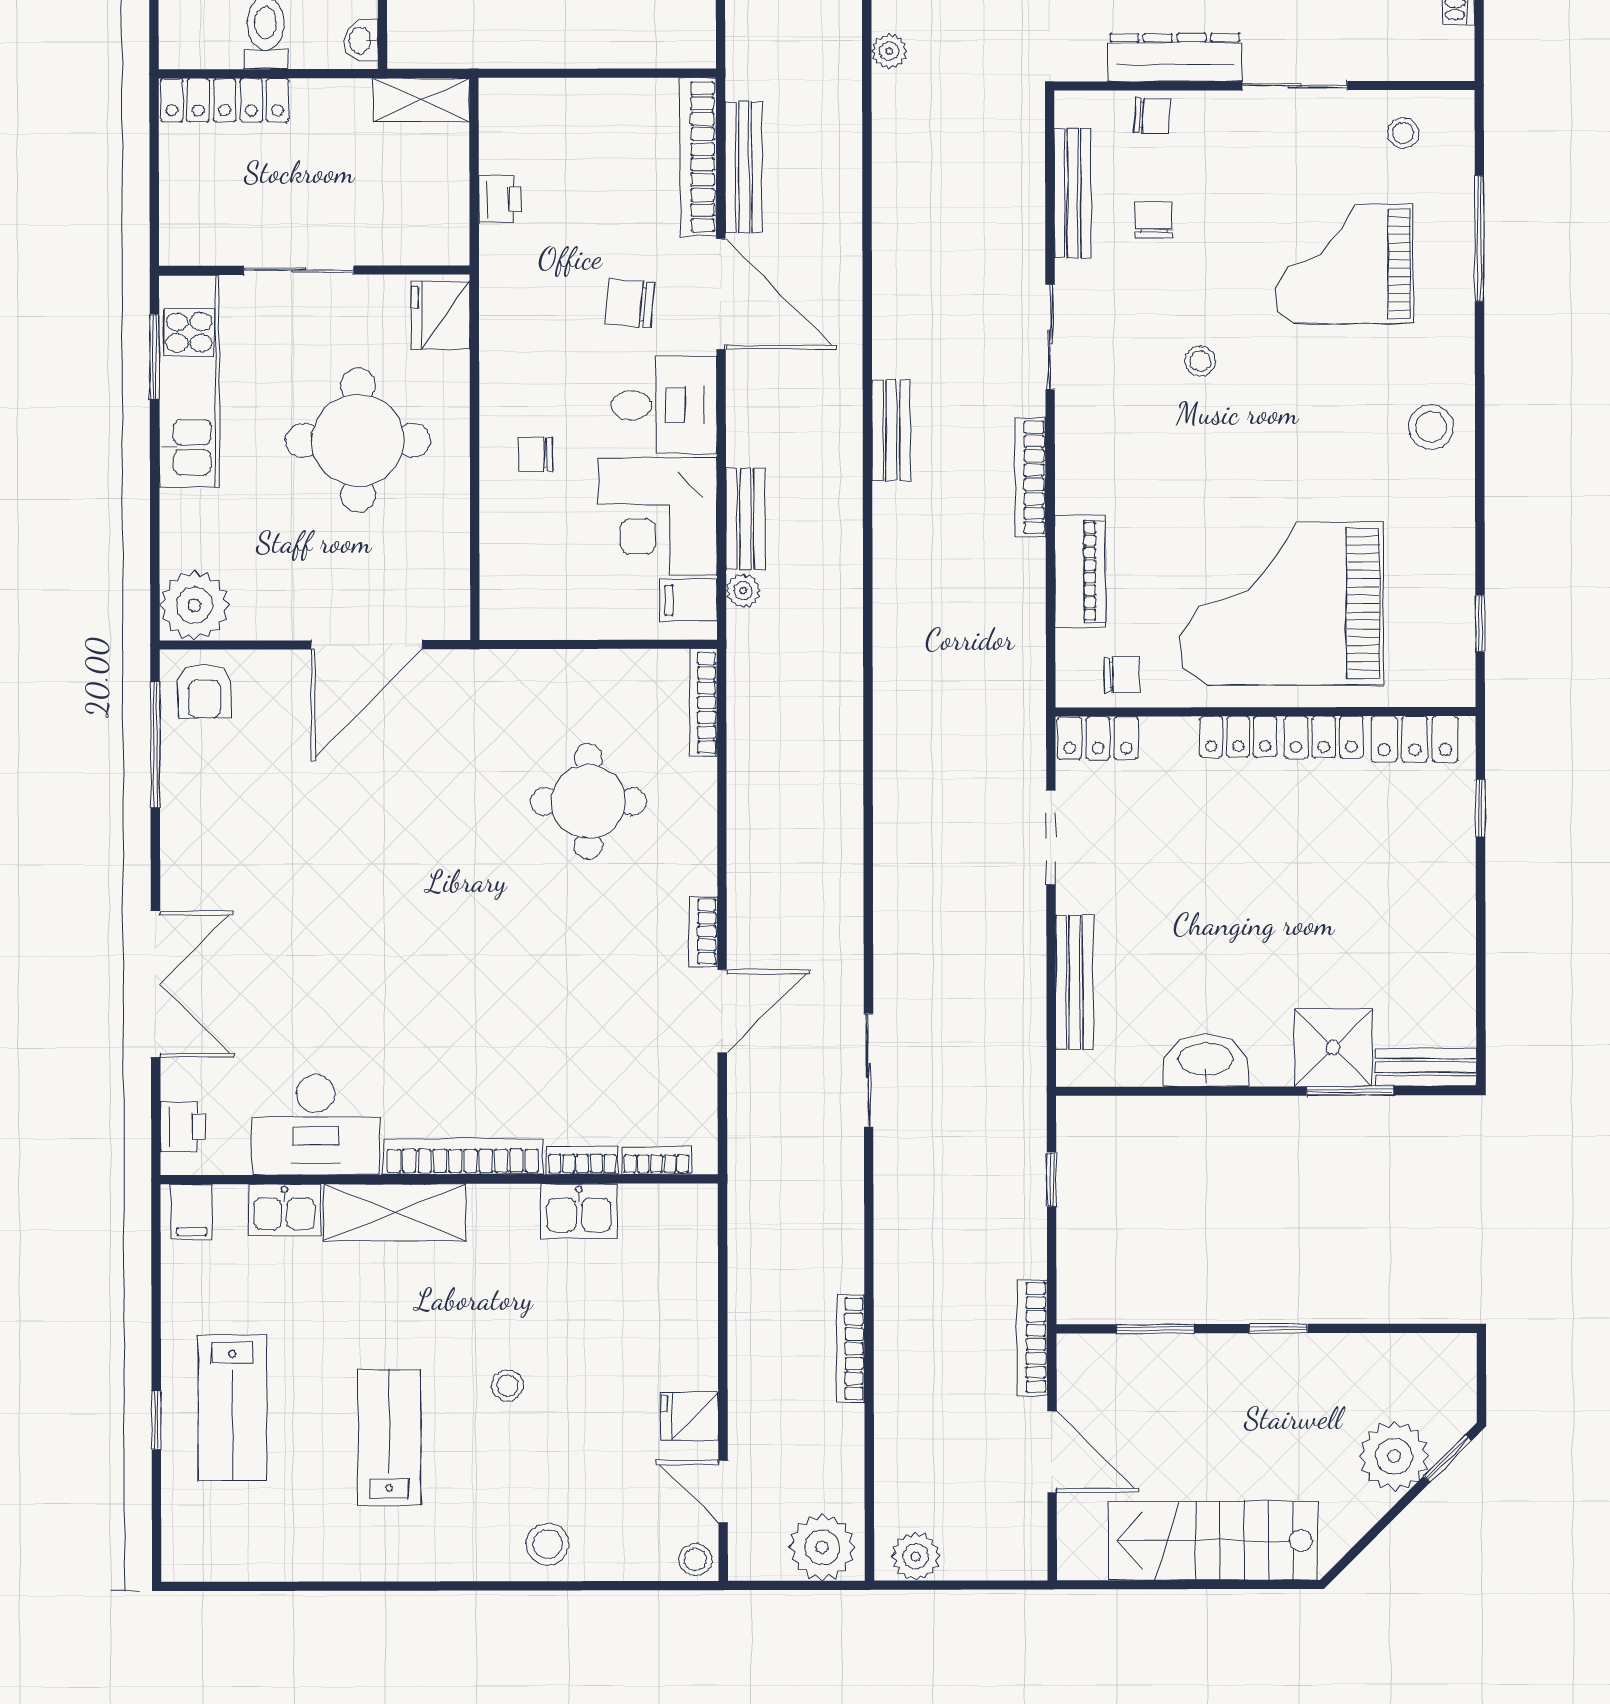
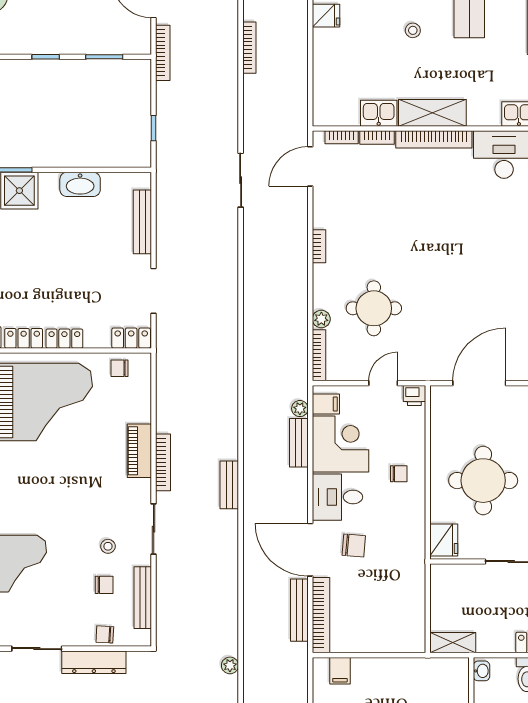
filing cabinet: (658, 40) -> (340, 671), added
printer: (500, 199) -> (414, 395), moved, turned -90
chair: (1154, 220) -> (104, 585), turned -90
stool: (1200, 361) -> (108, 546), moved
piano: (1080, 571) -> (139, 451), moved
door: (568, 644) -> (383, 383), added
plant: (699, 779) -> (321, 319), added
door: (722, 1011) -> (310, 166), moved
shelving: (395, 1212) -> (432, 113), moved

